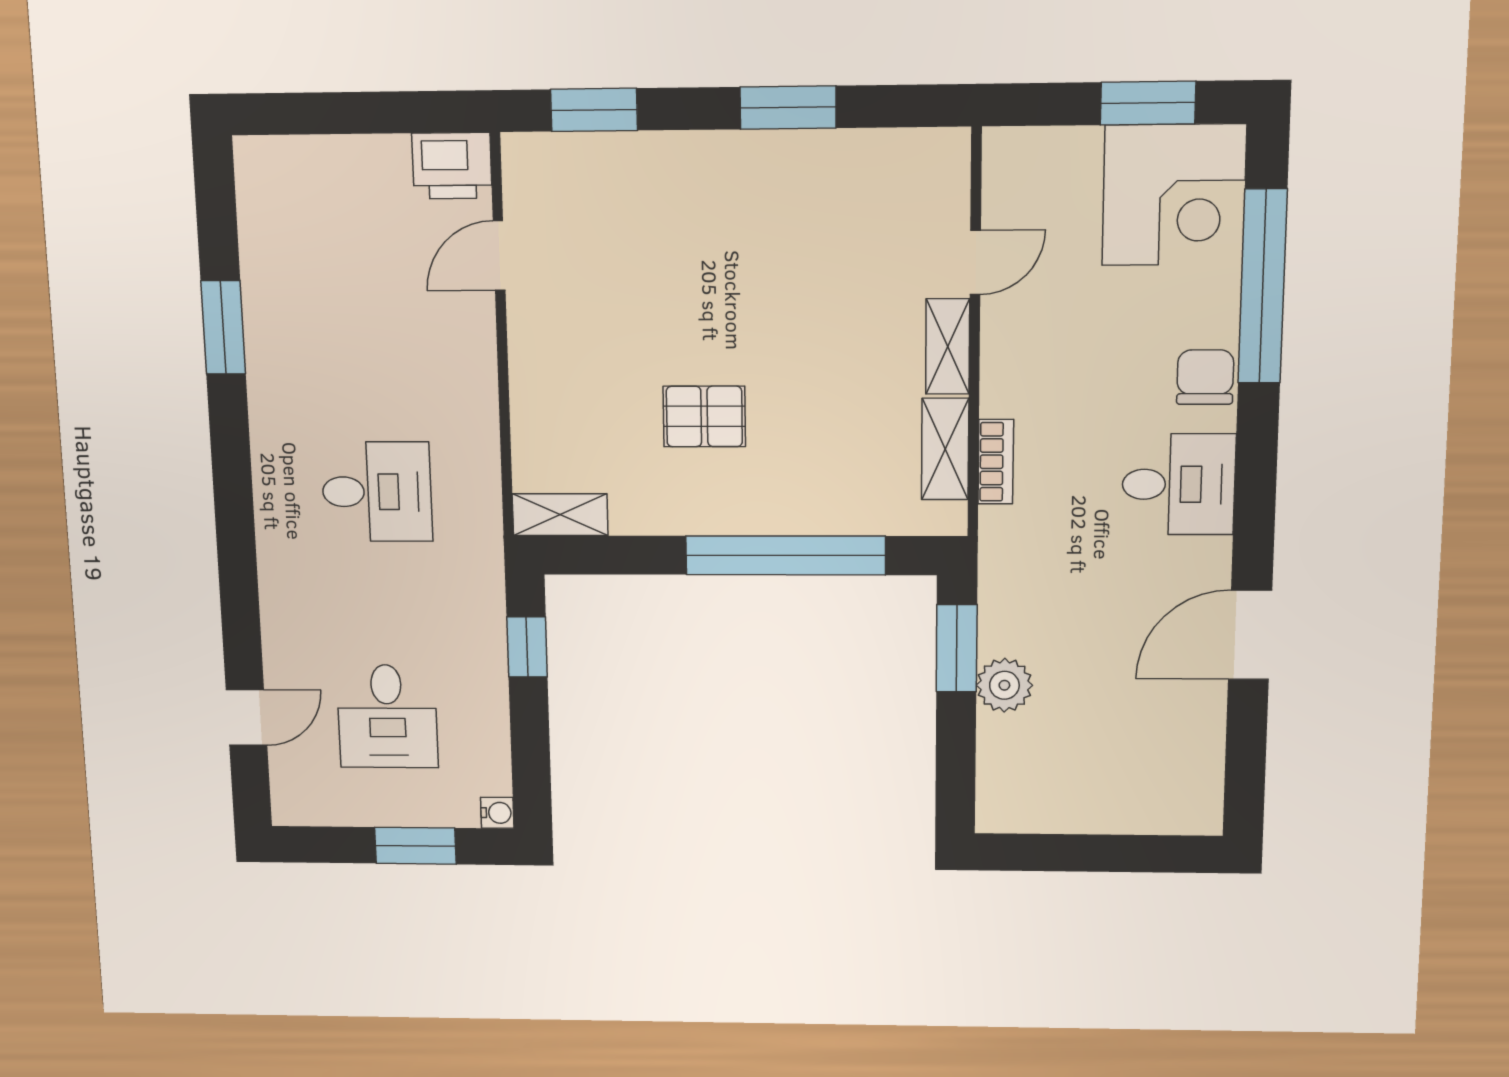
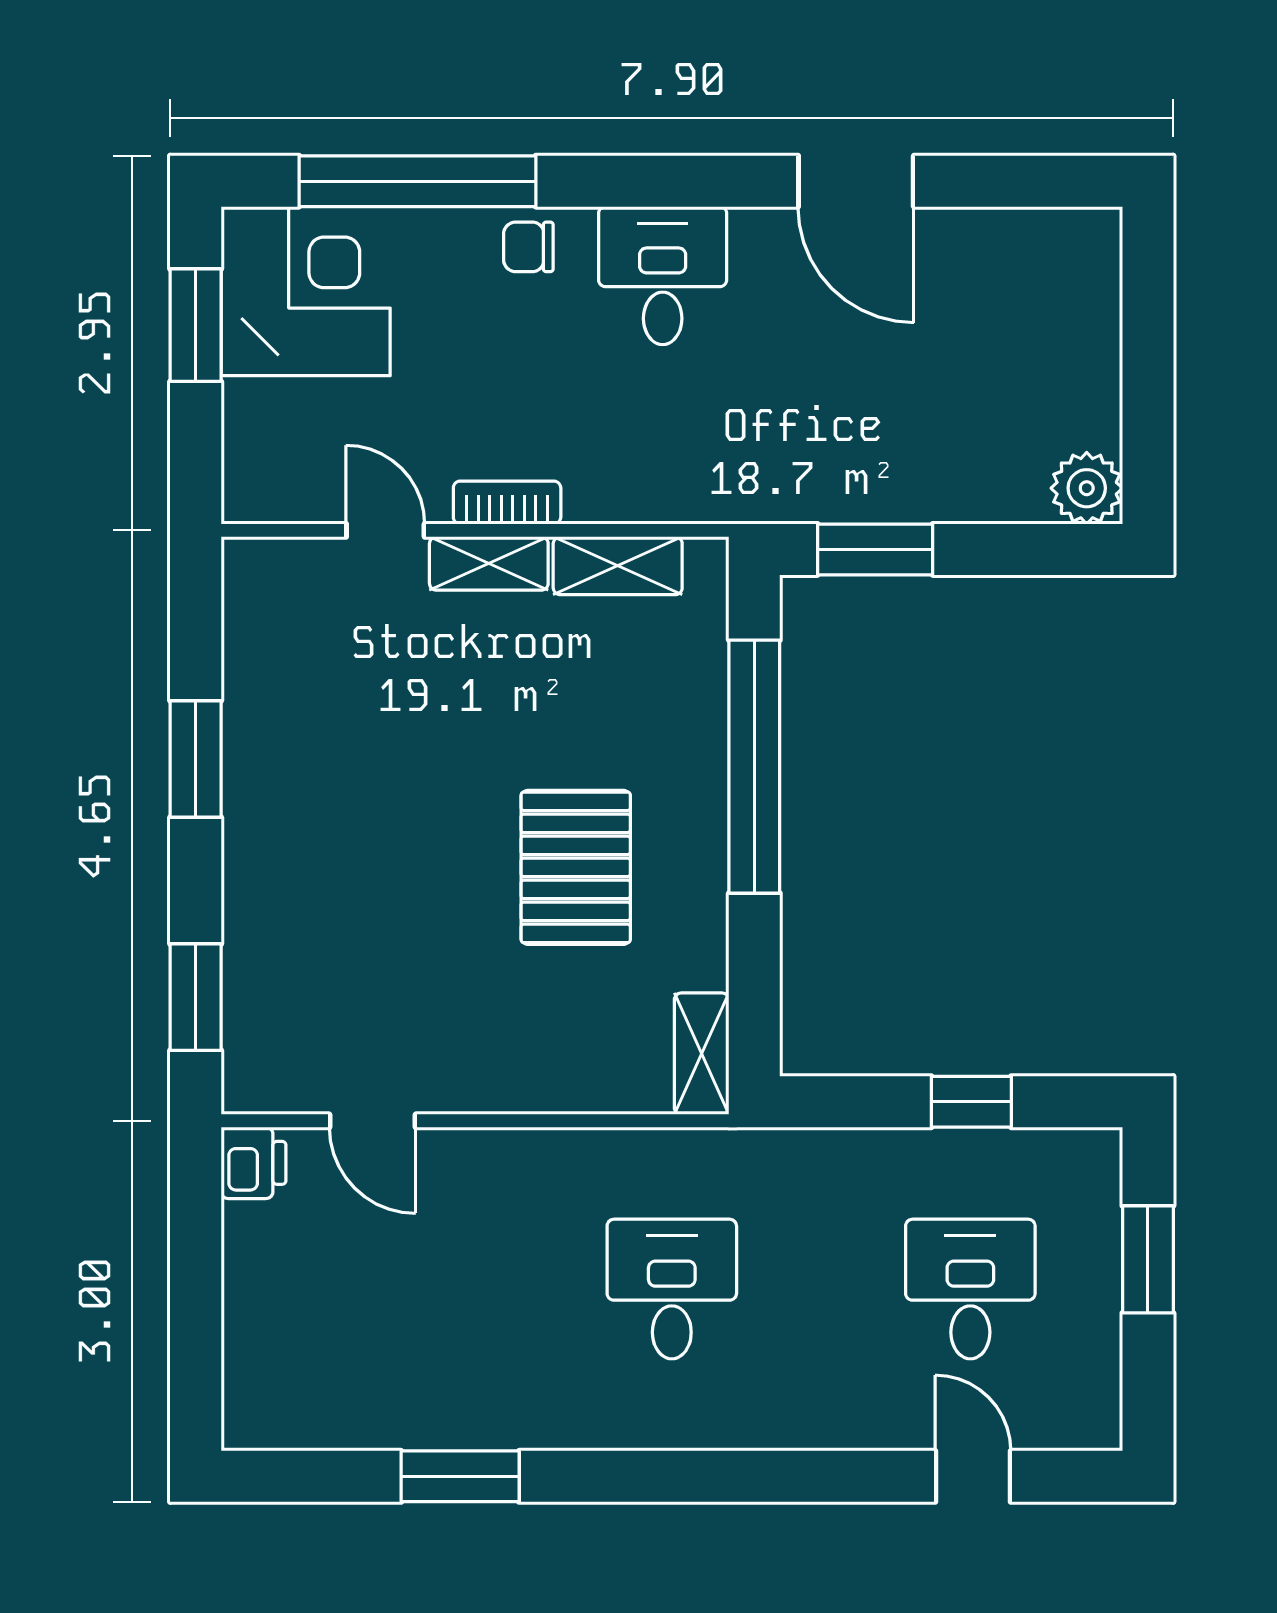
printer: (452, 166) -> (254, 1163), width x0.73, depth x0.81
chair: (1205, 377) -> (528, 247), width x0.73, depth x0.73
pallet: (704, 416) -> (576, 867), width x1.50, depth x1.42
bookcase: (996, 462) -> (507, 503), moved
window: (527, 647) -> (971, 1102), moved
plant: (1004, 685) -> (1087, 488), moved
desk: (387, 716) -> (970, 1289), turned -90
water cooler: (497, 813) -> (1101, 1148), removed

